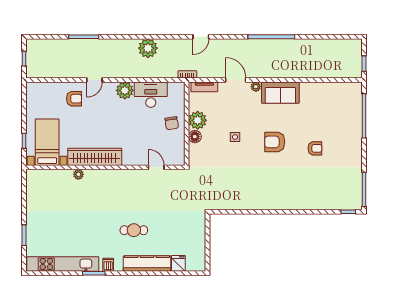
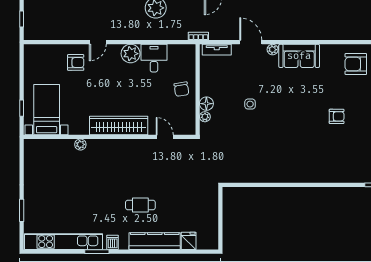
desk: (151, 95) -> (154, 58), width x0.73
plant: (198, 120) -> (205, 117), moved, width x0.53, depth x0.53
armchair: (275, 142) -> (356, 64), moved
wardrobe: (95, 157) -> (119, 125), moved

